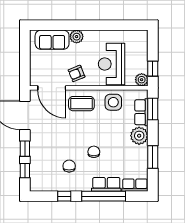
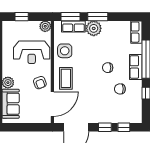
window: (153, 69) -> (22, 17), moved
window: (153, 157) -> (98, 17), moved
row of seats: (106, 184) -> (136, 67), moved

